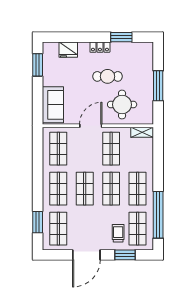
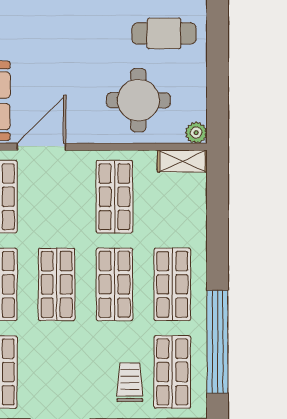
cafe table: (108, 76) -> (164, 33), moved
window: (158, 86) -> (217, 59), removed
plant: (148, 119) -> (196, 133), added
door: (91, 126) -> (41, 147), moved

